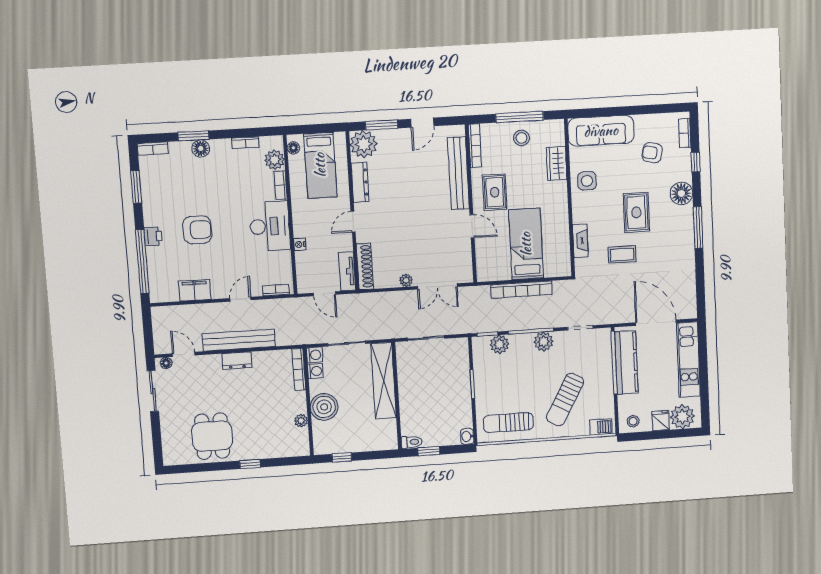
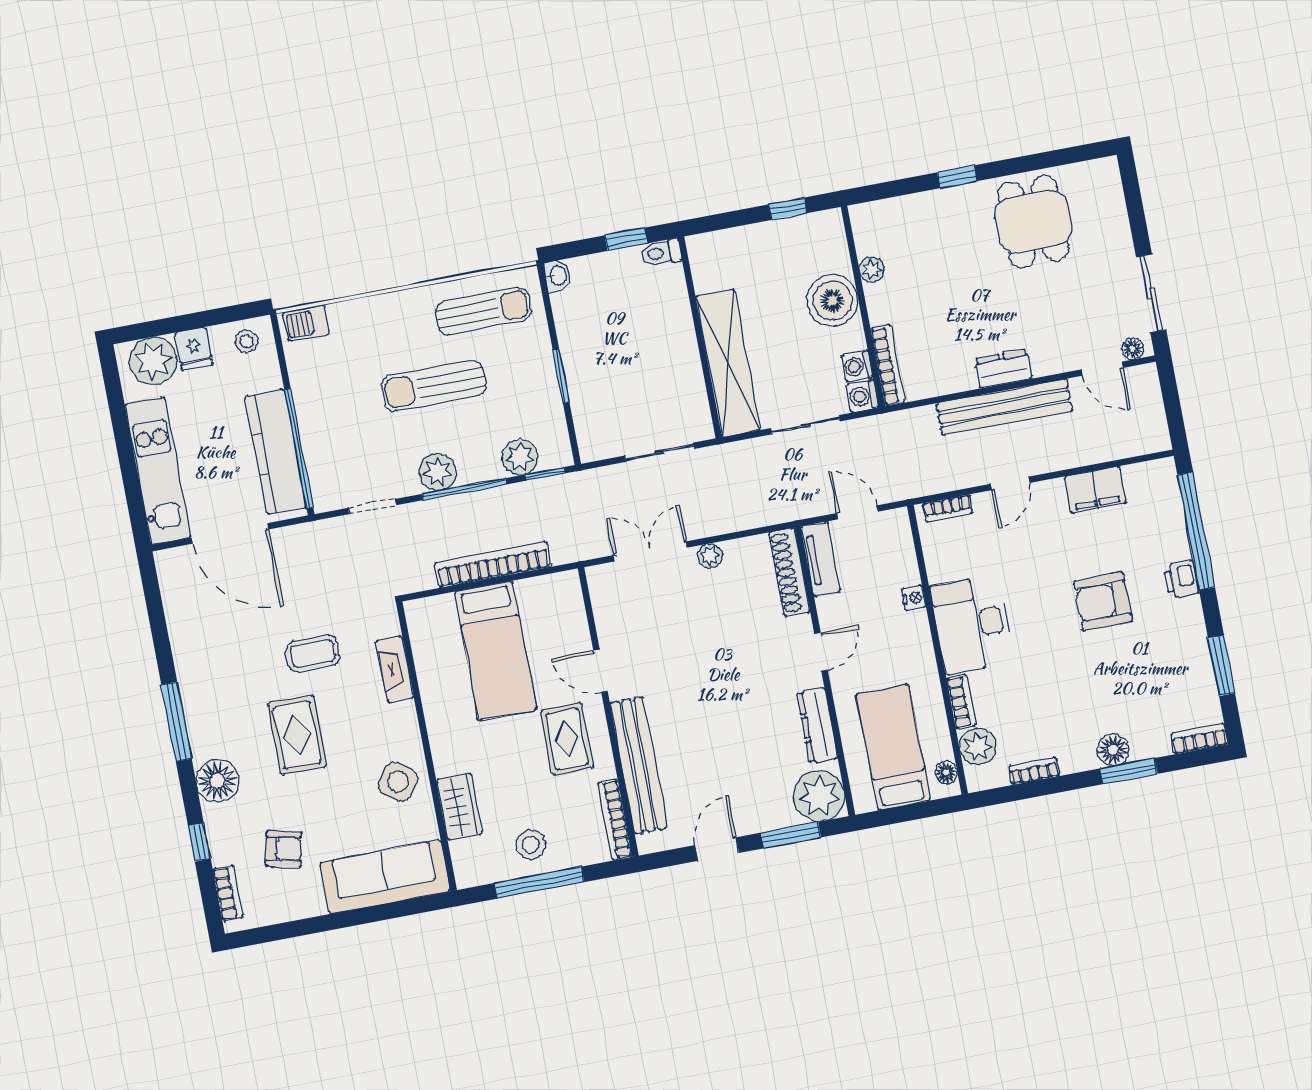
side table: (587, 181) -> (398, 782), turned 38
sun lounger: (565, 400) -> (434, 386), moved, turned -119

